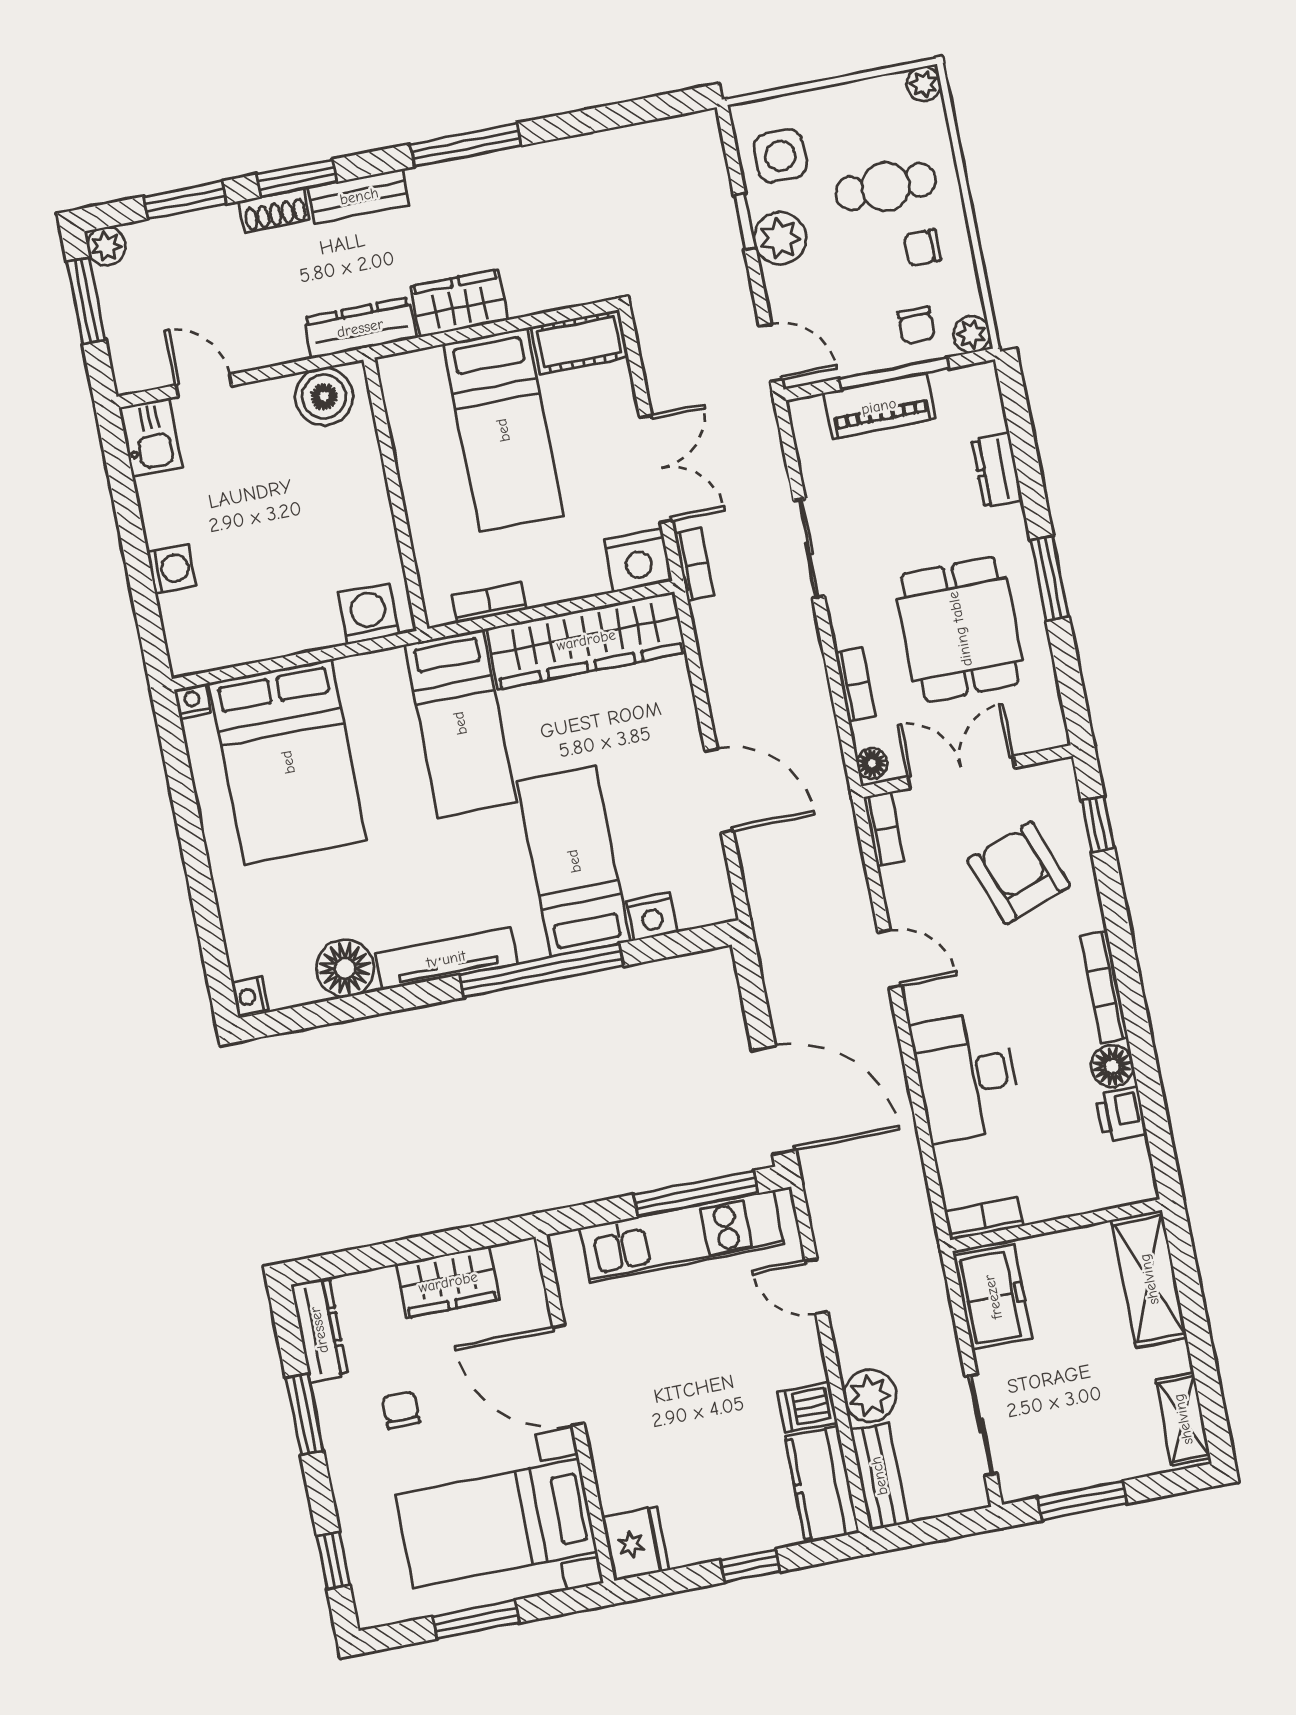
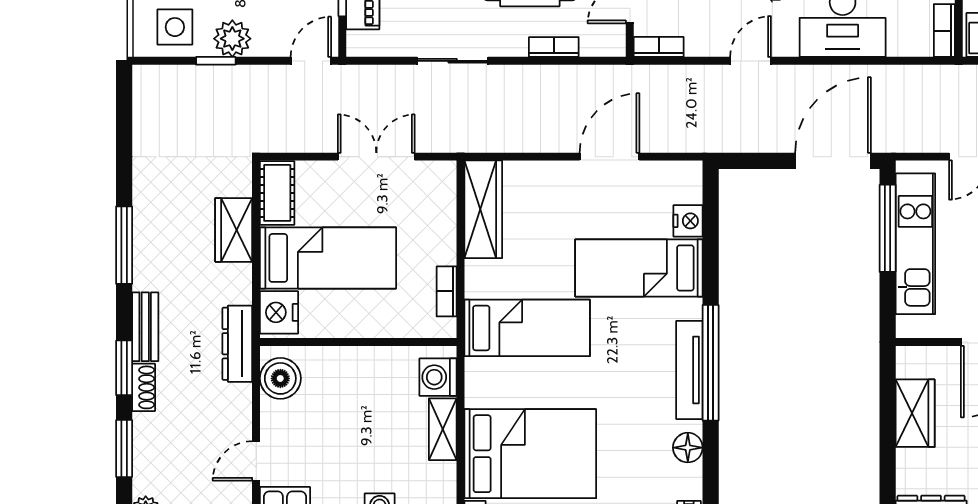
wardrobe: (459, 303) -> (234, 230), moved
nightstand: (638, 560) -> (279, 312), moved, turned 180
bookcase: (694, 564) -> (448, 143), removed
shelving: (298, 634) -> (443, 429), added
wardrobe: (586, 640) -> (483, 209), width x0.71, depth x0.85
floor lamp: (872, 763) -> (611, 46), removed
floor lamp: (345, 968) -> (688, 448), width x0.73, depth x0.73
window: (542, 970) -> (711, 363), moved

